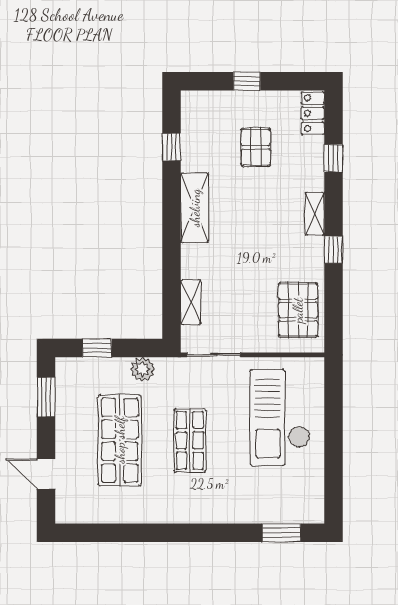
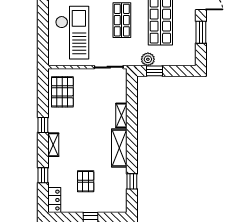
shelving: (191, 302) -> (121, 115), moved
window: (97, 348) -> (154, 71), moved
window: (46, 397) -> (201, 32), moved

